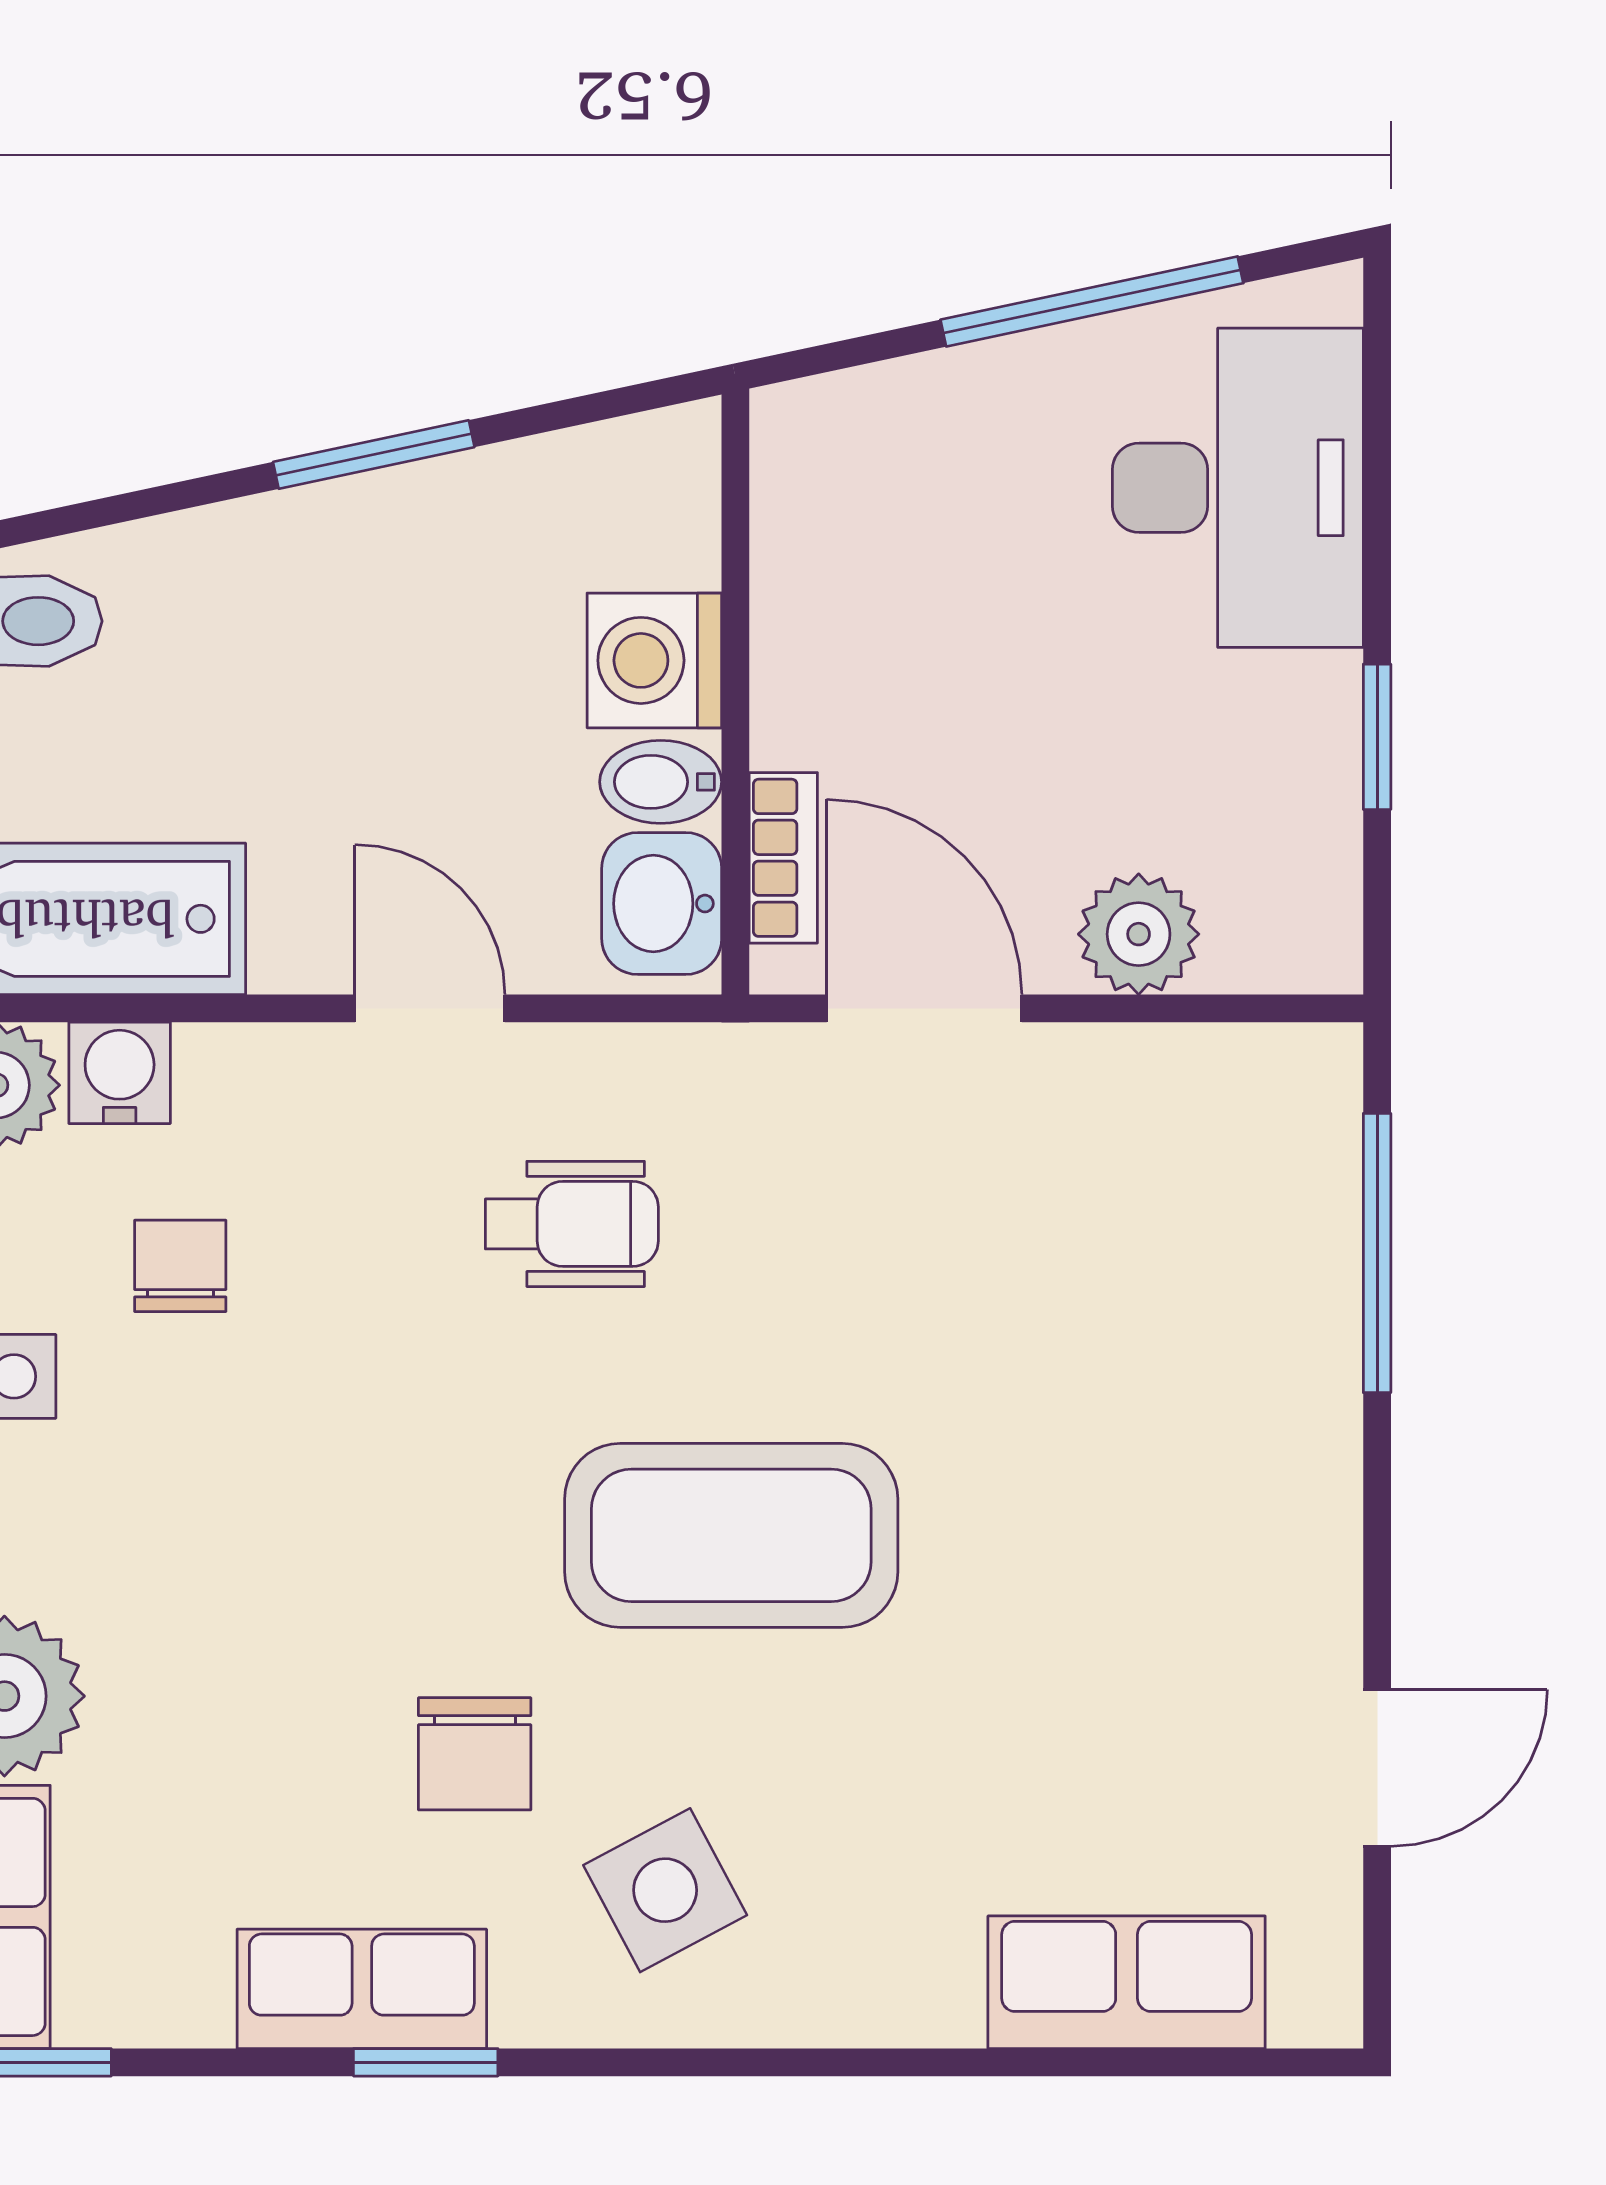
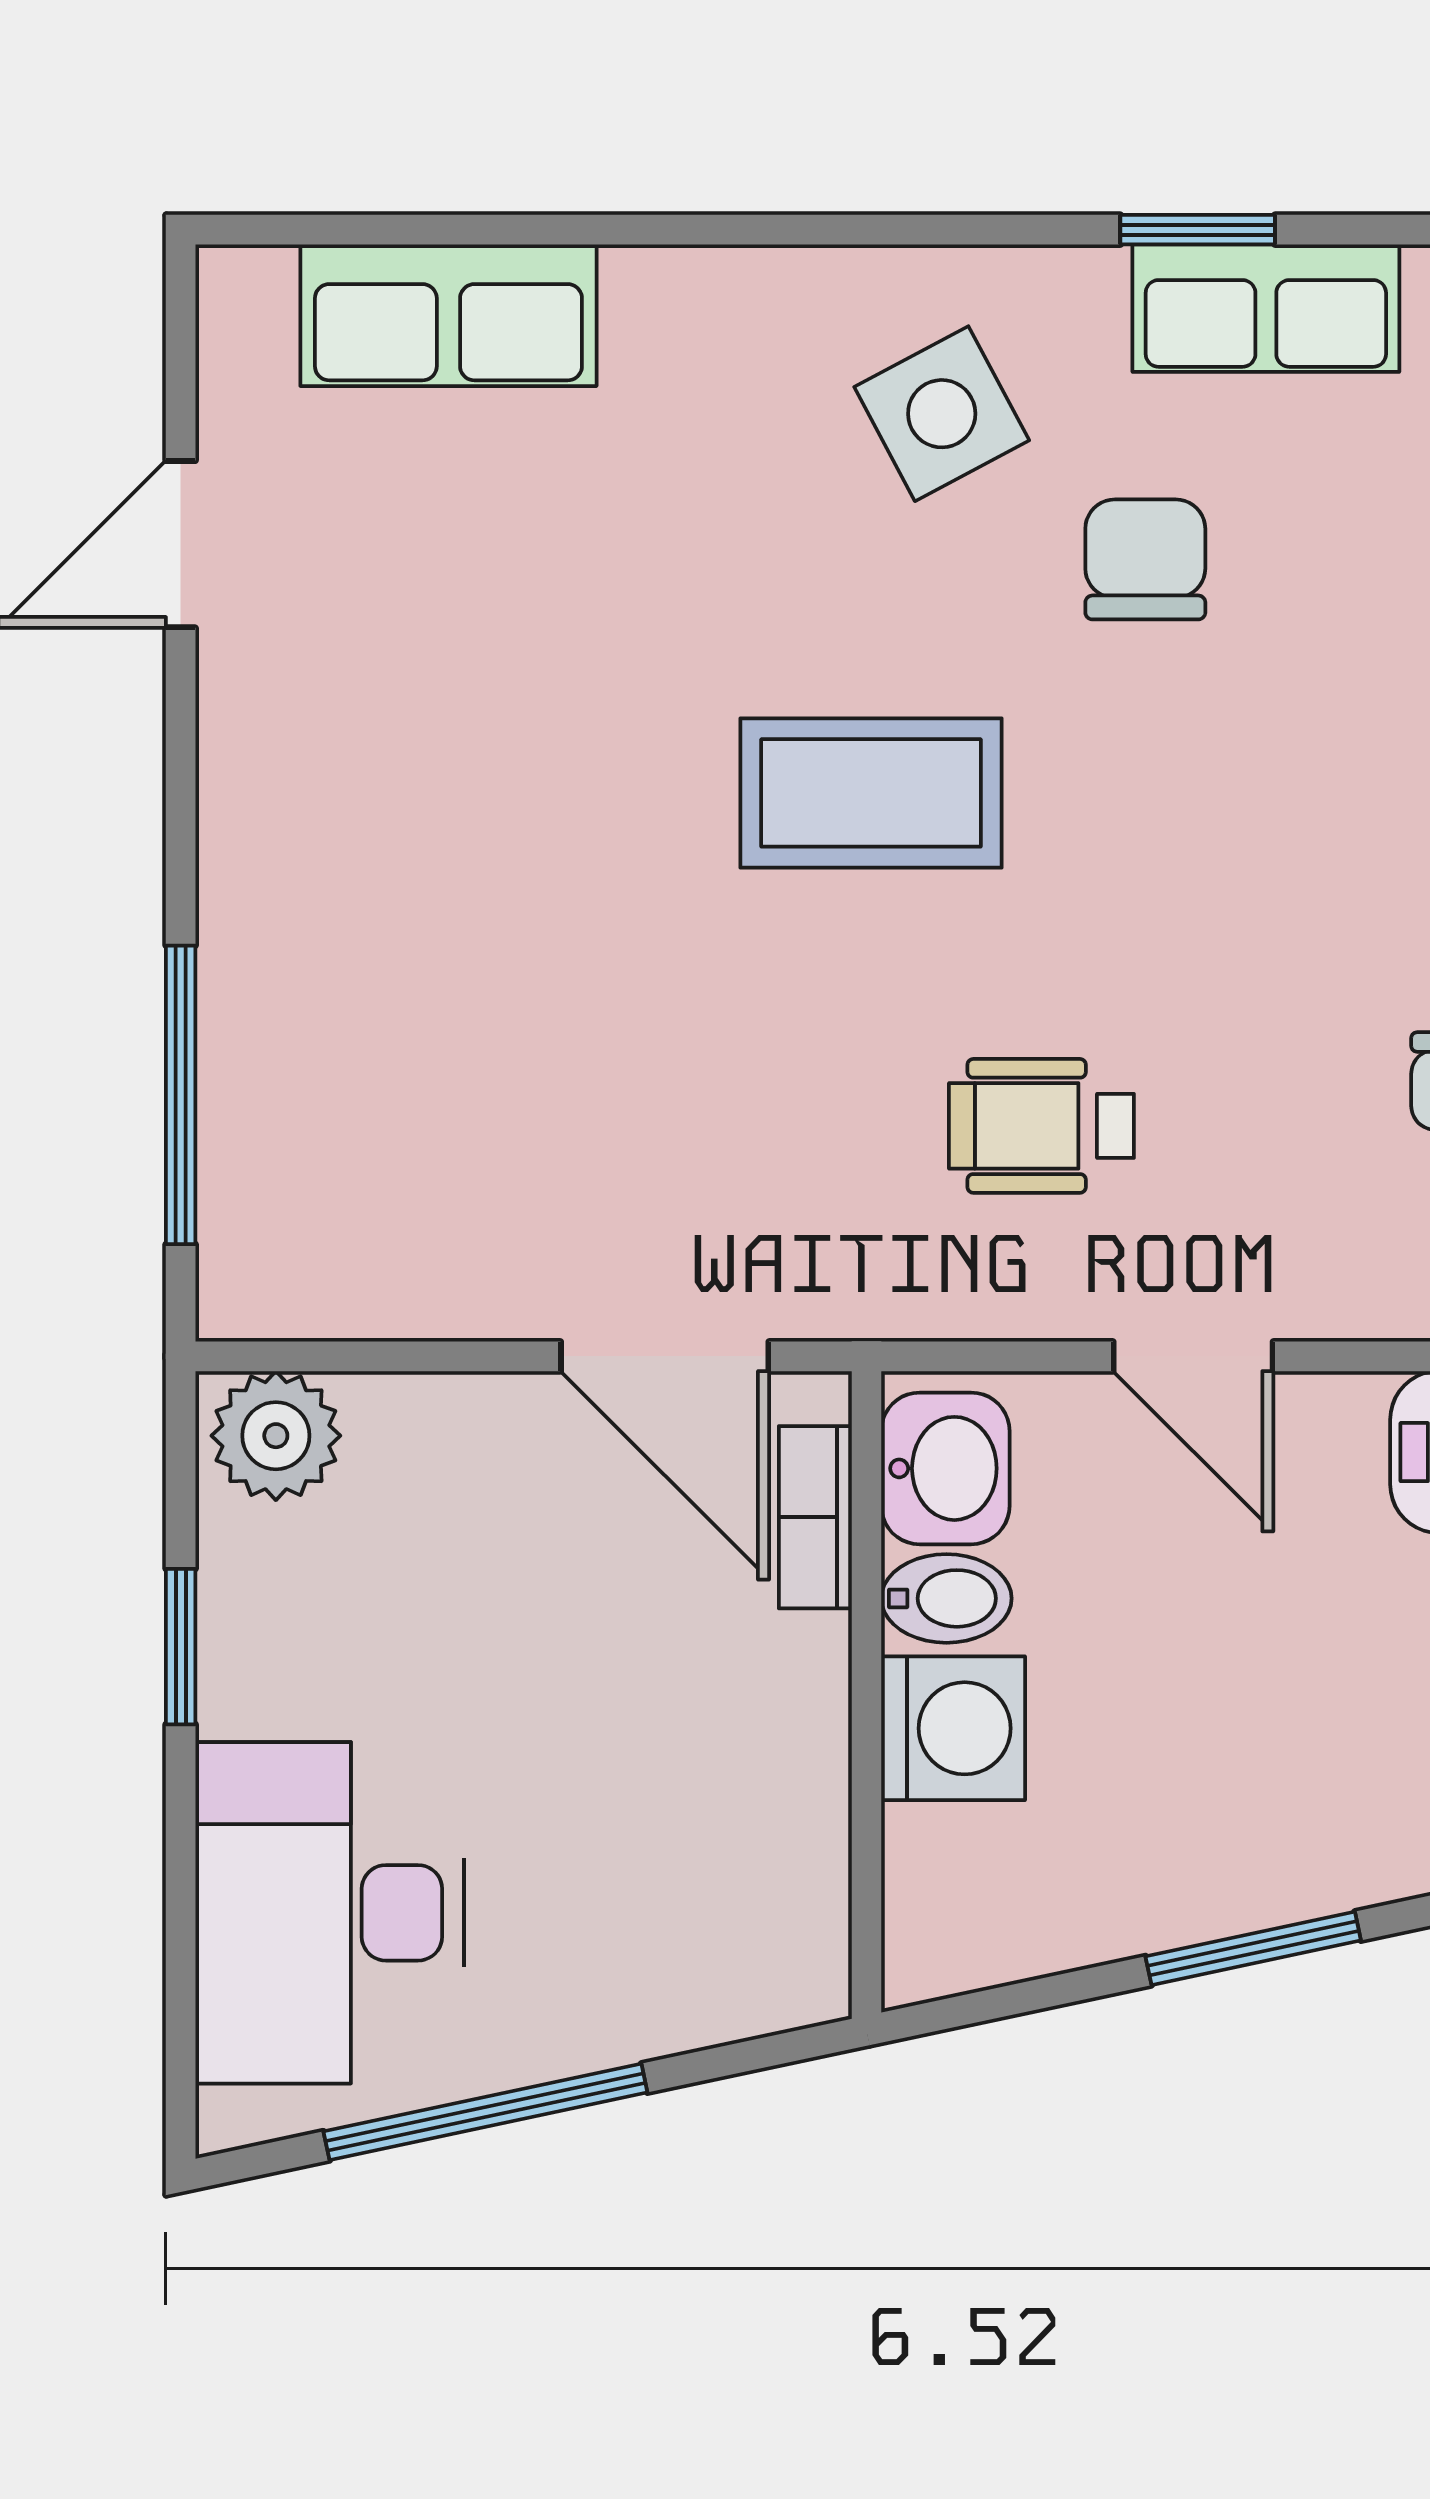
plant: (1139, 934) -> (276, 1436), moved
coffee table: (731, 1535) -> (871, 793), width x0.73, depth x0.76

